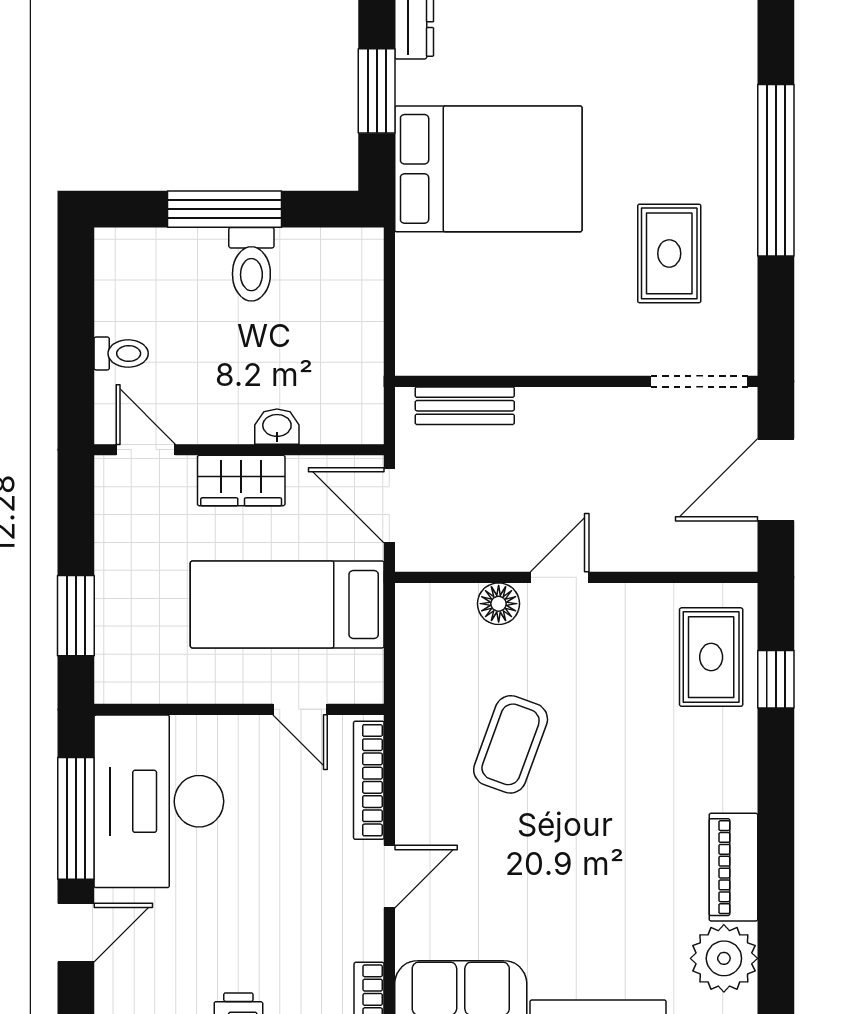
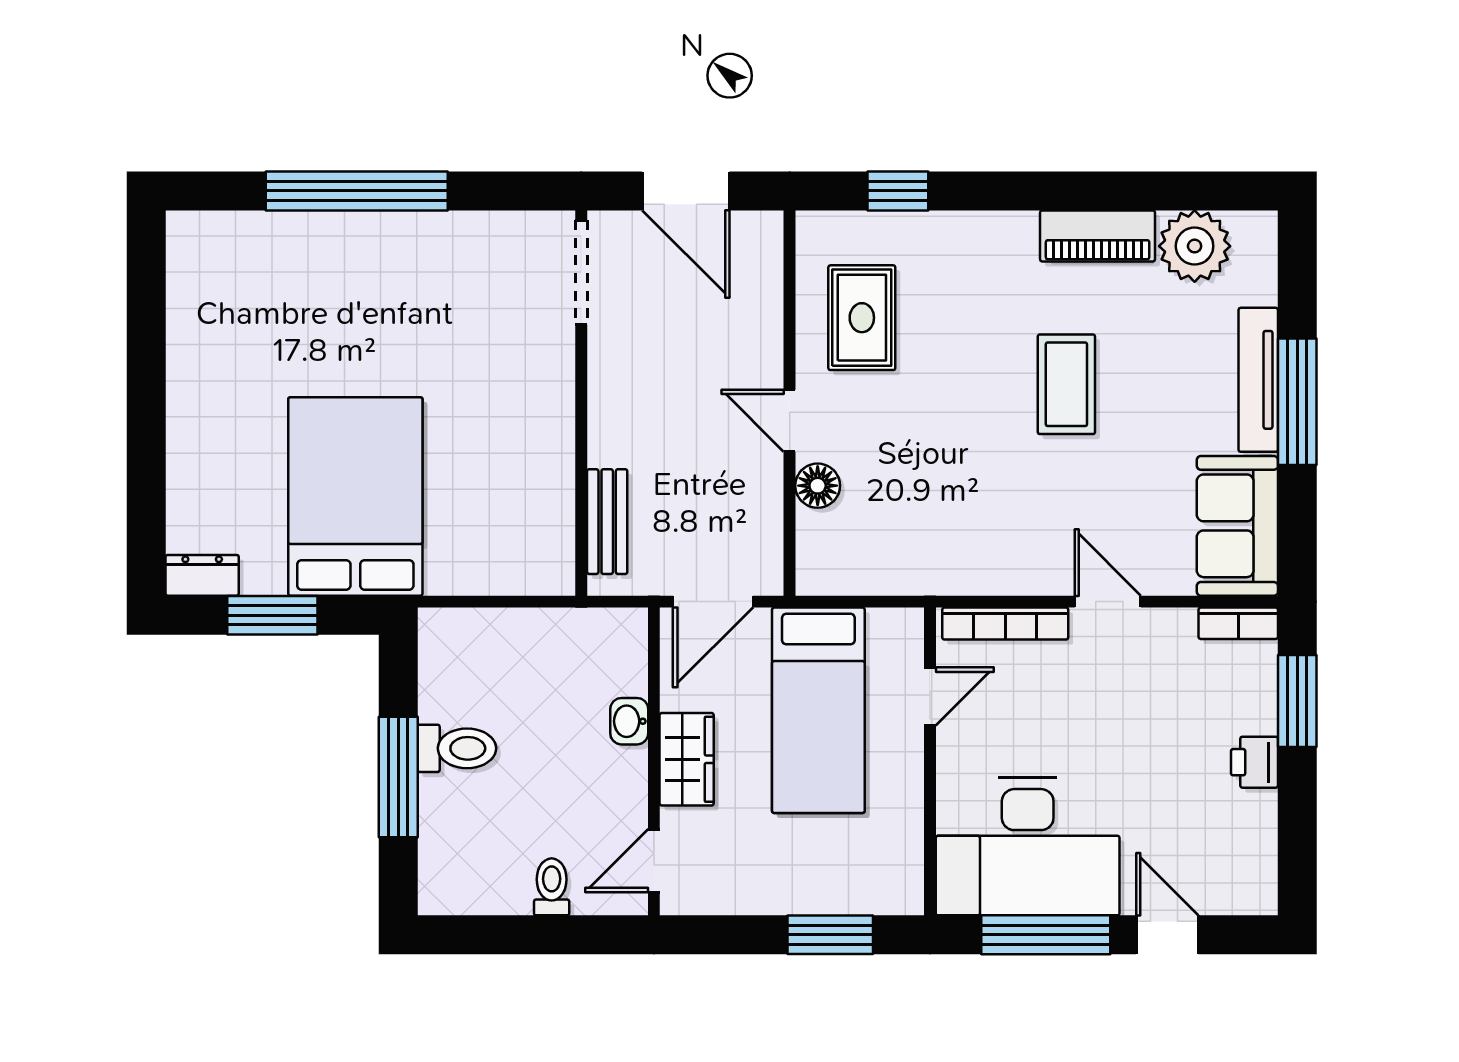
rug: (669, 253) -> (445, 304), removed
rug: (711, 657) -> (862, 318), moved, turned 90
coffee table: (511, 744) -> (1066, 384), moved, turned 70

